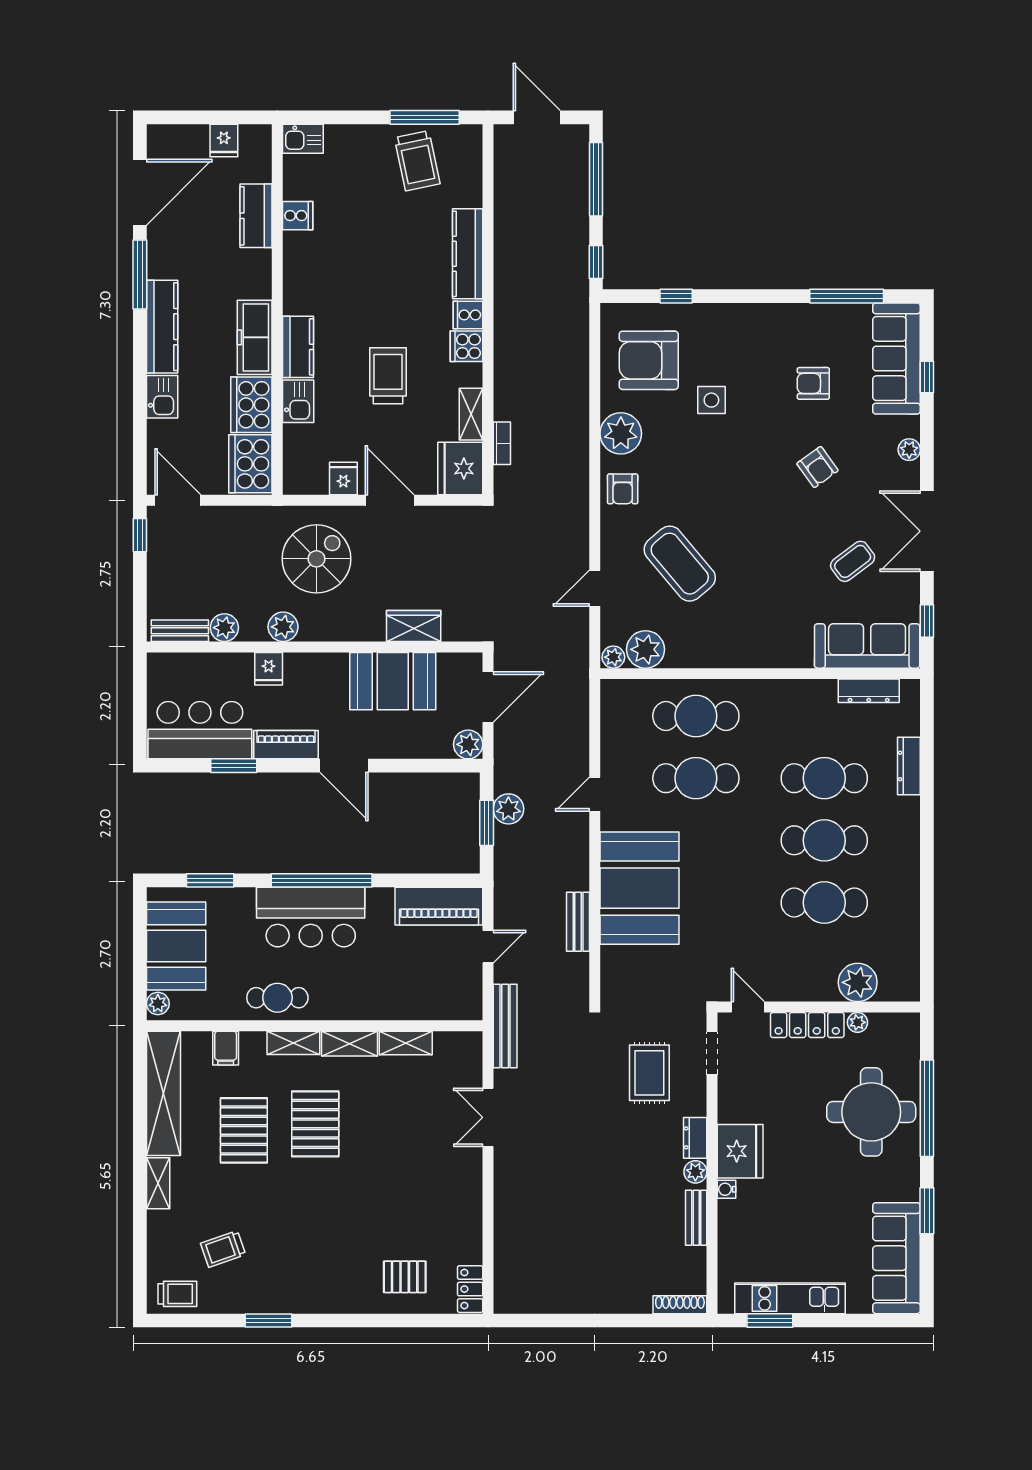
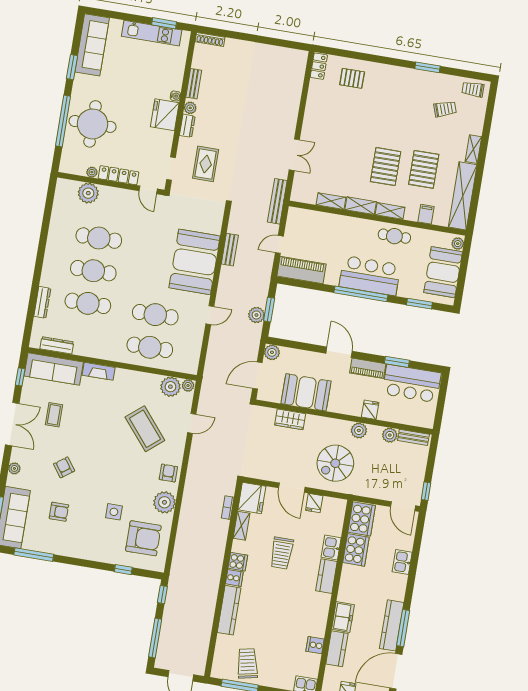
kitchen counter: (162, 327) -> (392, 625), moved
freezer: (255, 337) -> (343, 617), moved, width x0.71
coffee table: (853, 561) -> (54, 415), turned -53
fireplace: (783, 656) -> (99, 371), added

